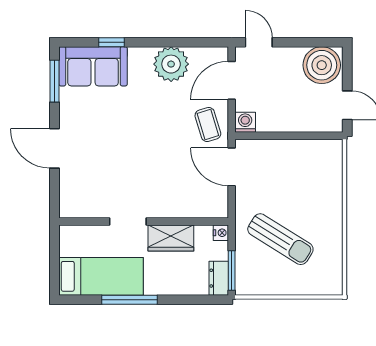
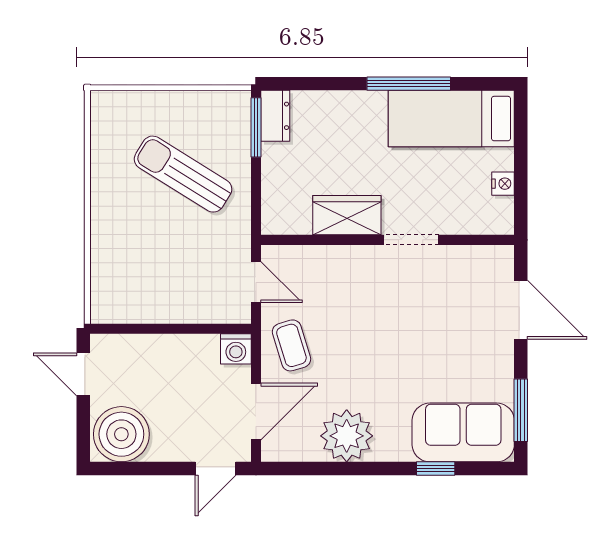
door: (259, 42) -> (216, 469), hinge flipped
door: (232, 167) -> (256, 282), width x0.73
doorway: (128, 222) -> (411, 240), moved
wall: (144, 222) -> (388, 240), moved
nightstand: (221, 233) -> (503, 184), moved, turned 180
wardrobe: (171, 238) -> (347, 215), moved

